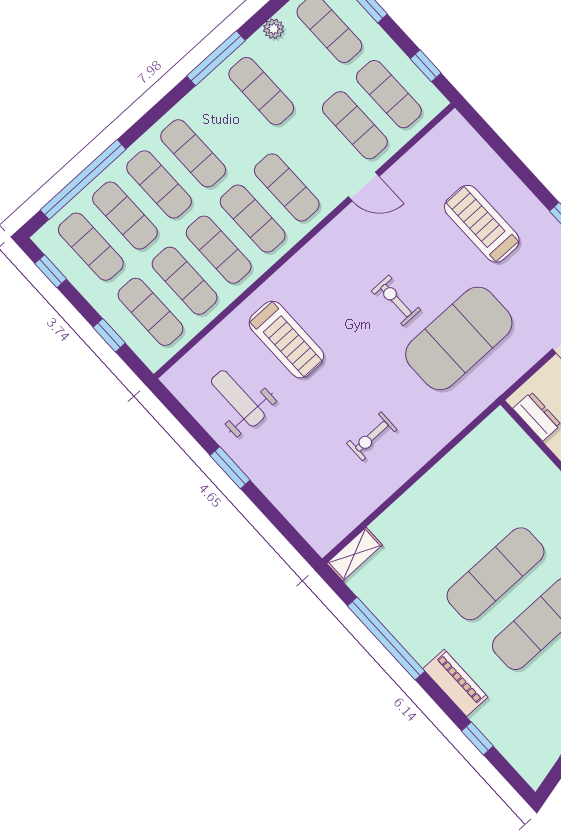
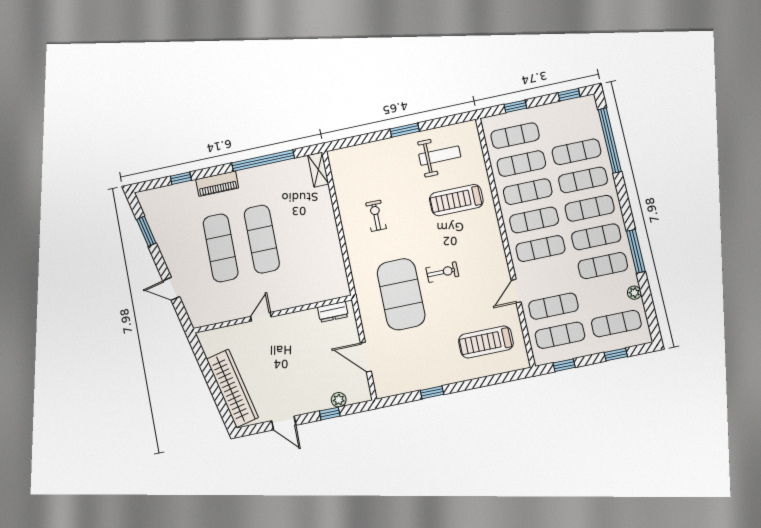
treadmill: (482, 224) -> (486, 342), moved, turned 180
exercise mat: (91, 247) -> (596, 237), moved

